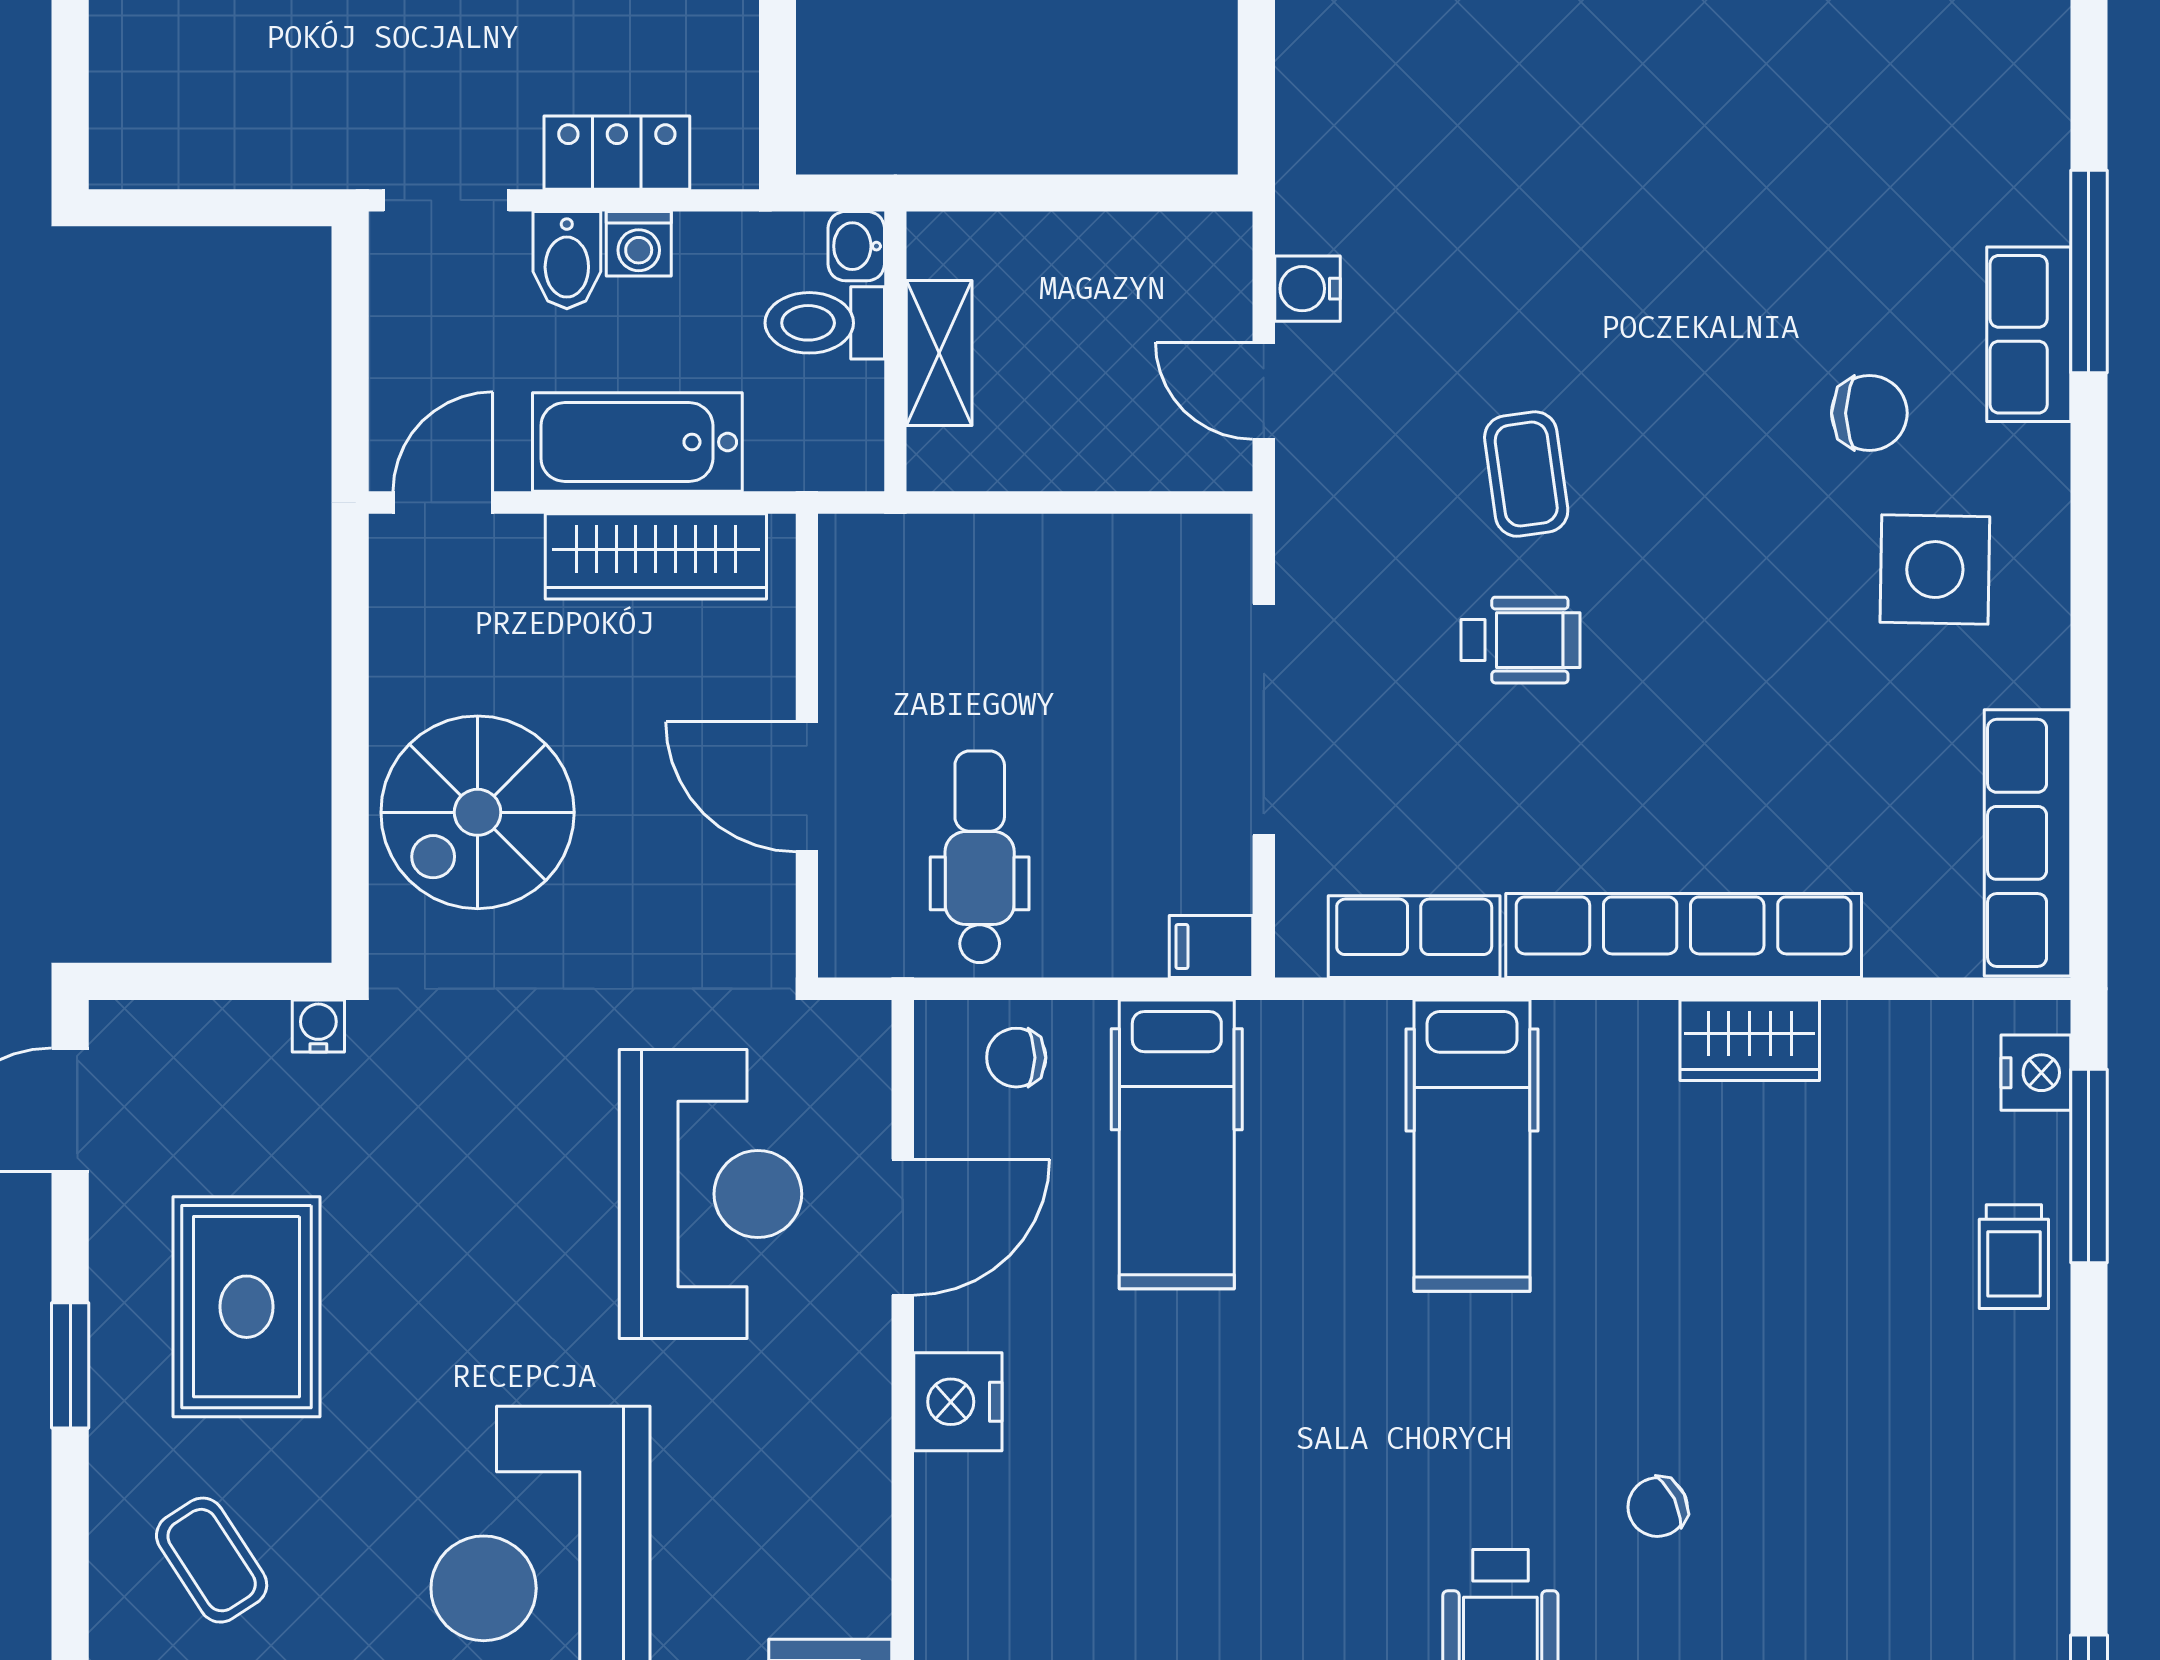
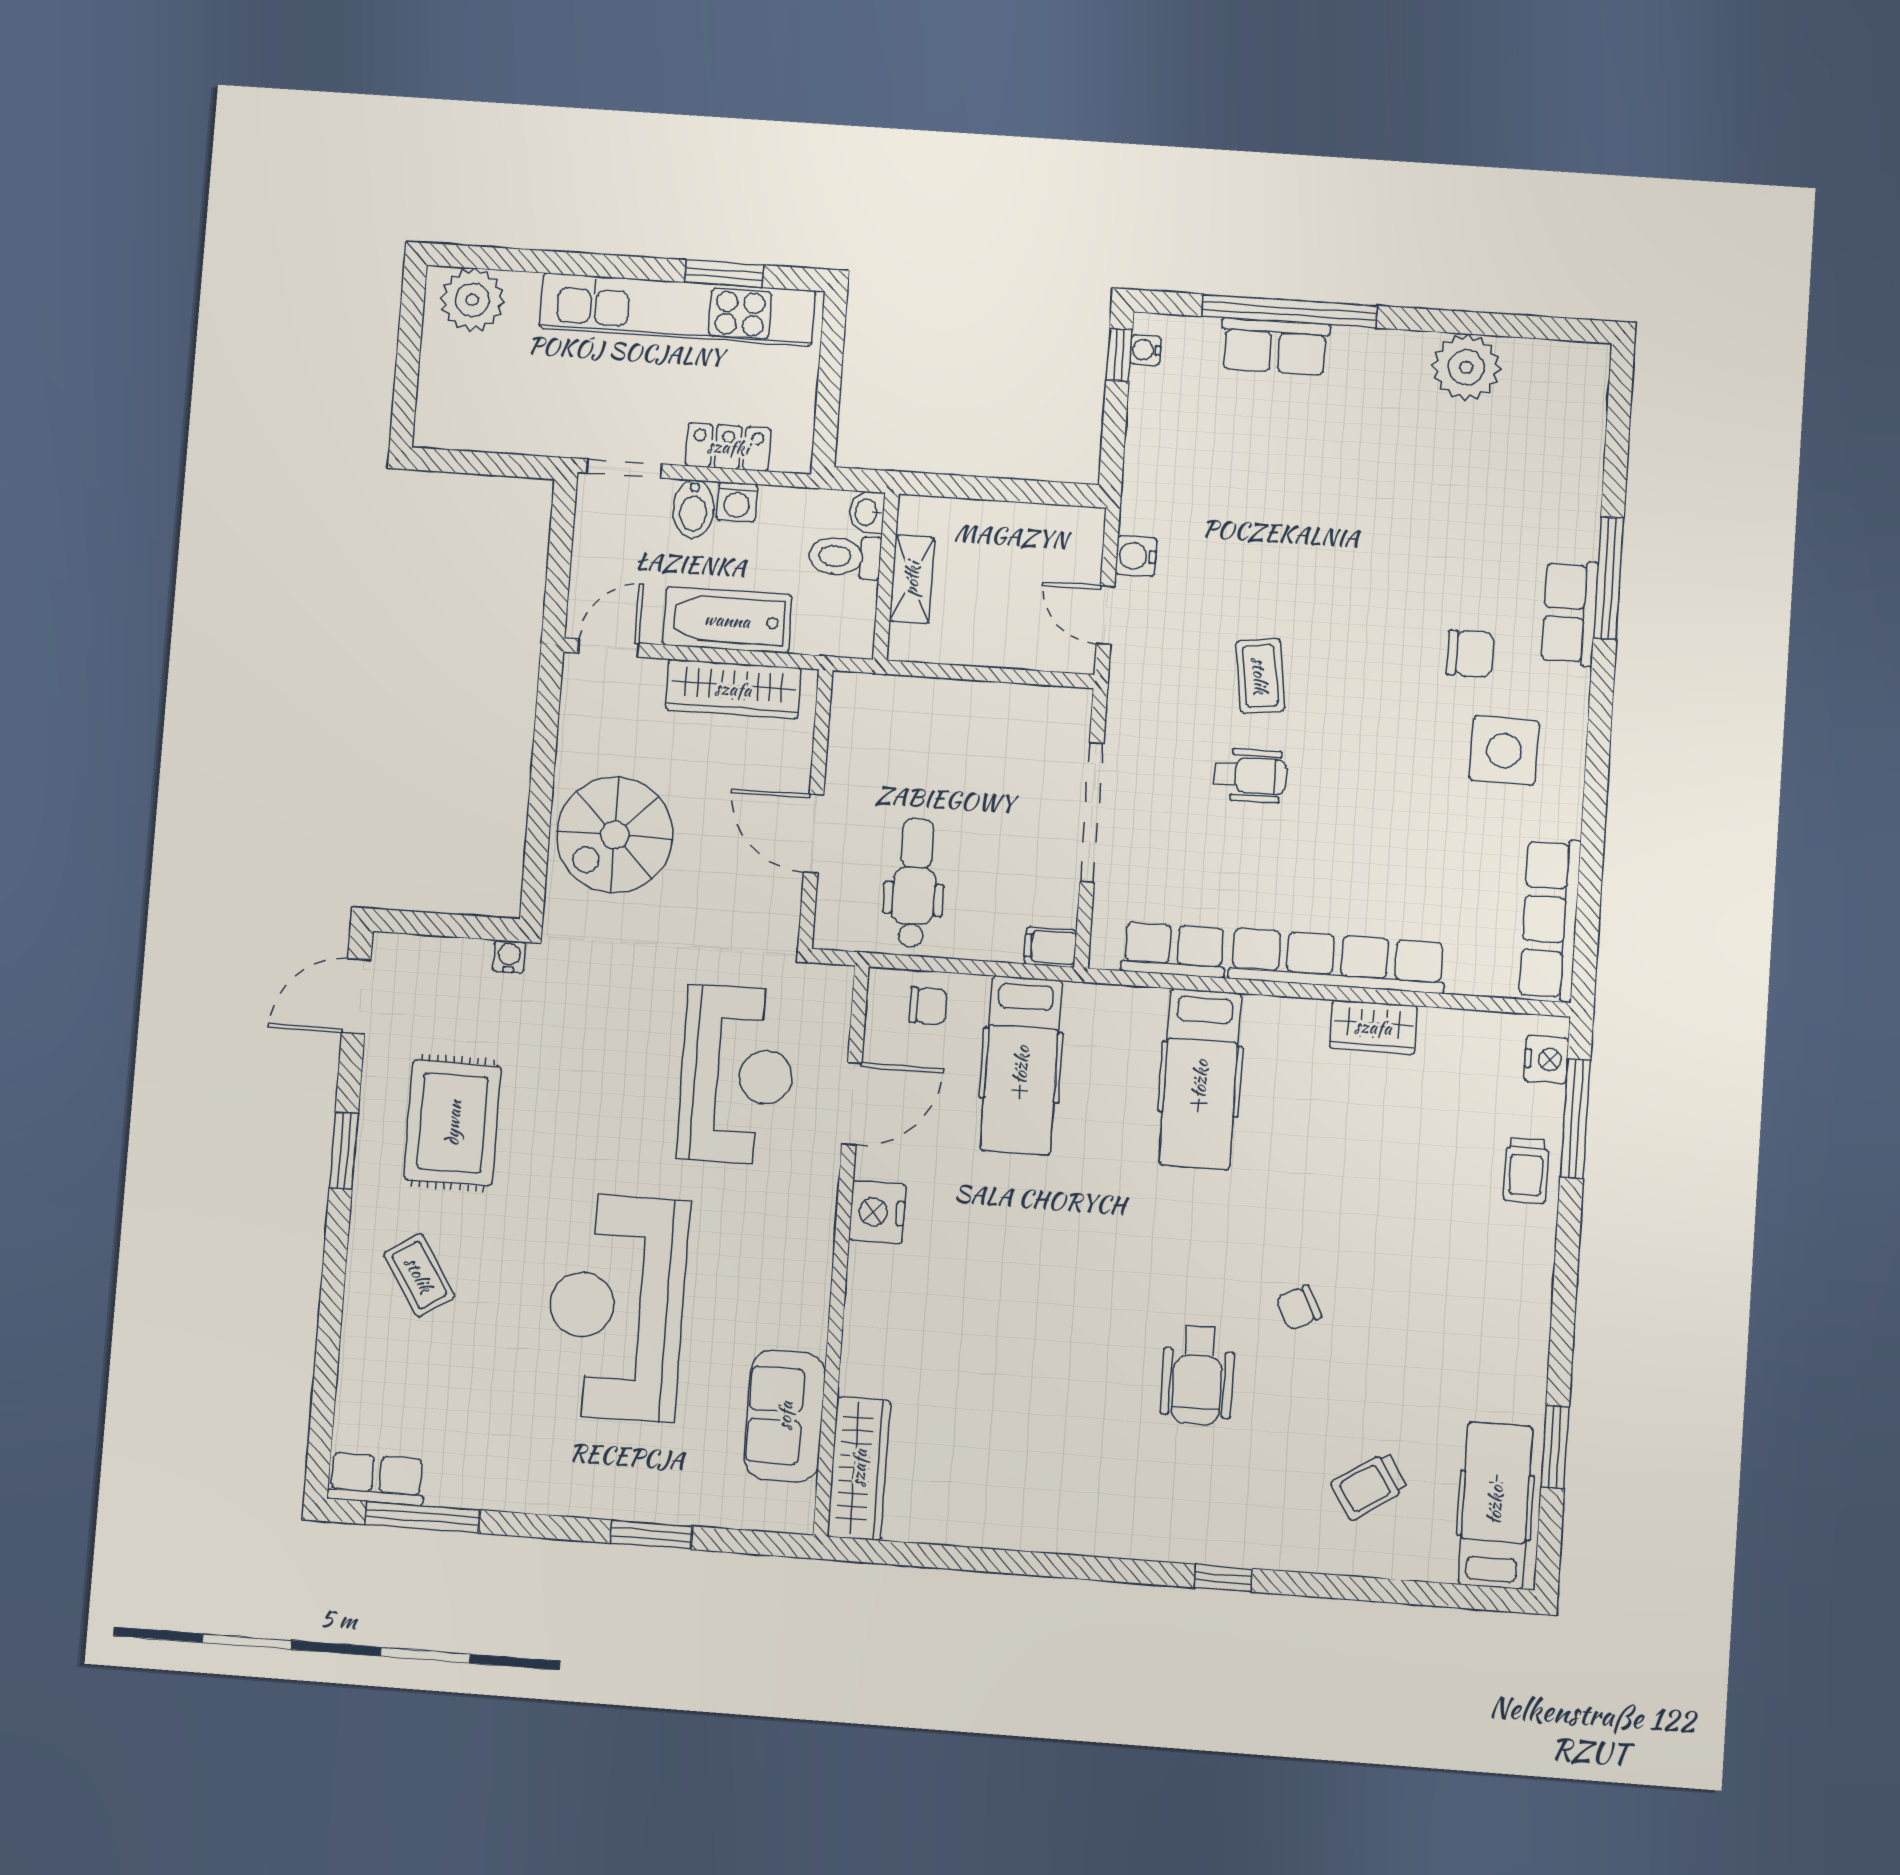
chair: (1016, 1058) -> (928, 1006), turned 180

